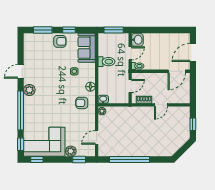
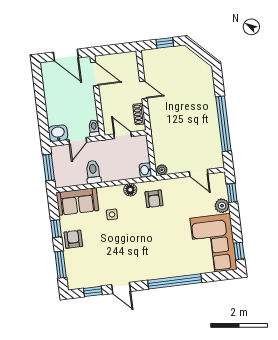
door: (130, 53) -> (78, 141), swing flipped
plant: (29, 90) -> (145, 273), removed
window: (21, 144) -> (93, 291), moved

